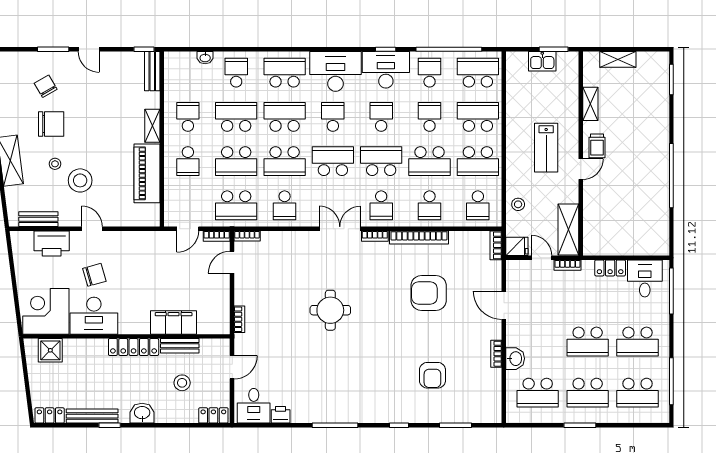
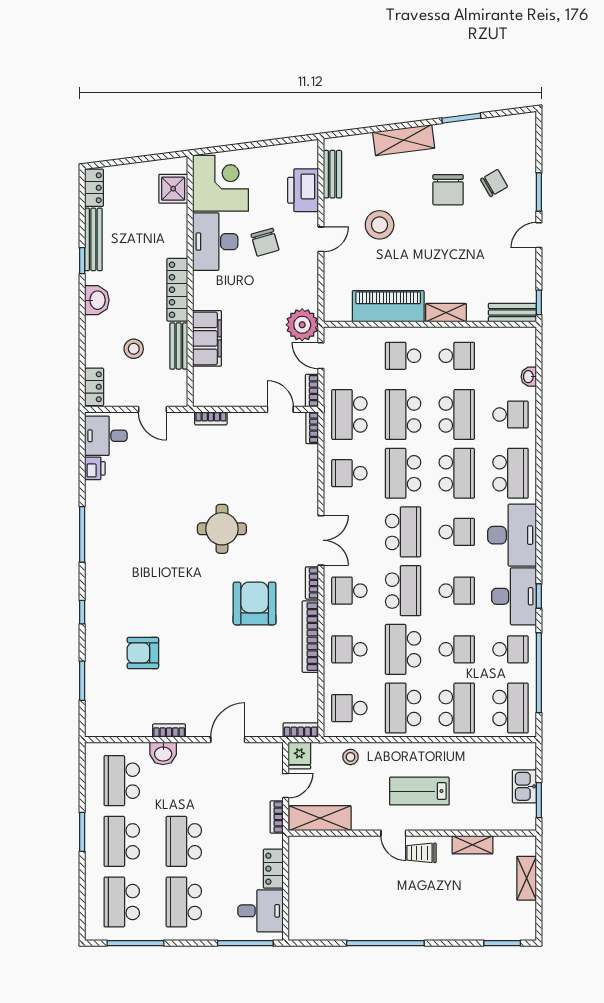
stool: (55, 164) -> (400, 194), removed
plant: (162, 244) -> (302, 325), added
armchair: (429, 293) -> (255, 603), moved

